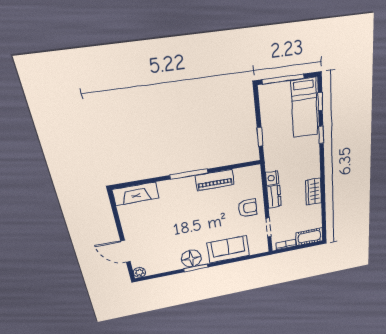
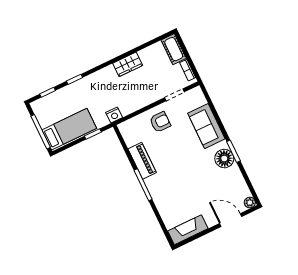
bed: (304, 108) -> (69, 129), moved
nightstand: (272, 178) -> (114, 115), moved
fireplace: (136, 194) -> (188, 230), moved, turned -90
dresser: (274, 196) -> (143, 101), removed
armchair: (248, 208) -> (160, 122), turned 90
door: (126, 251) -> (231, 220), swing flipped

